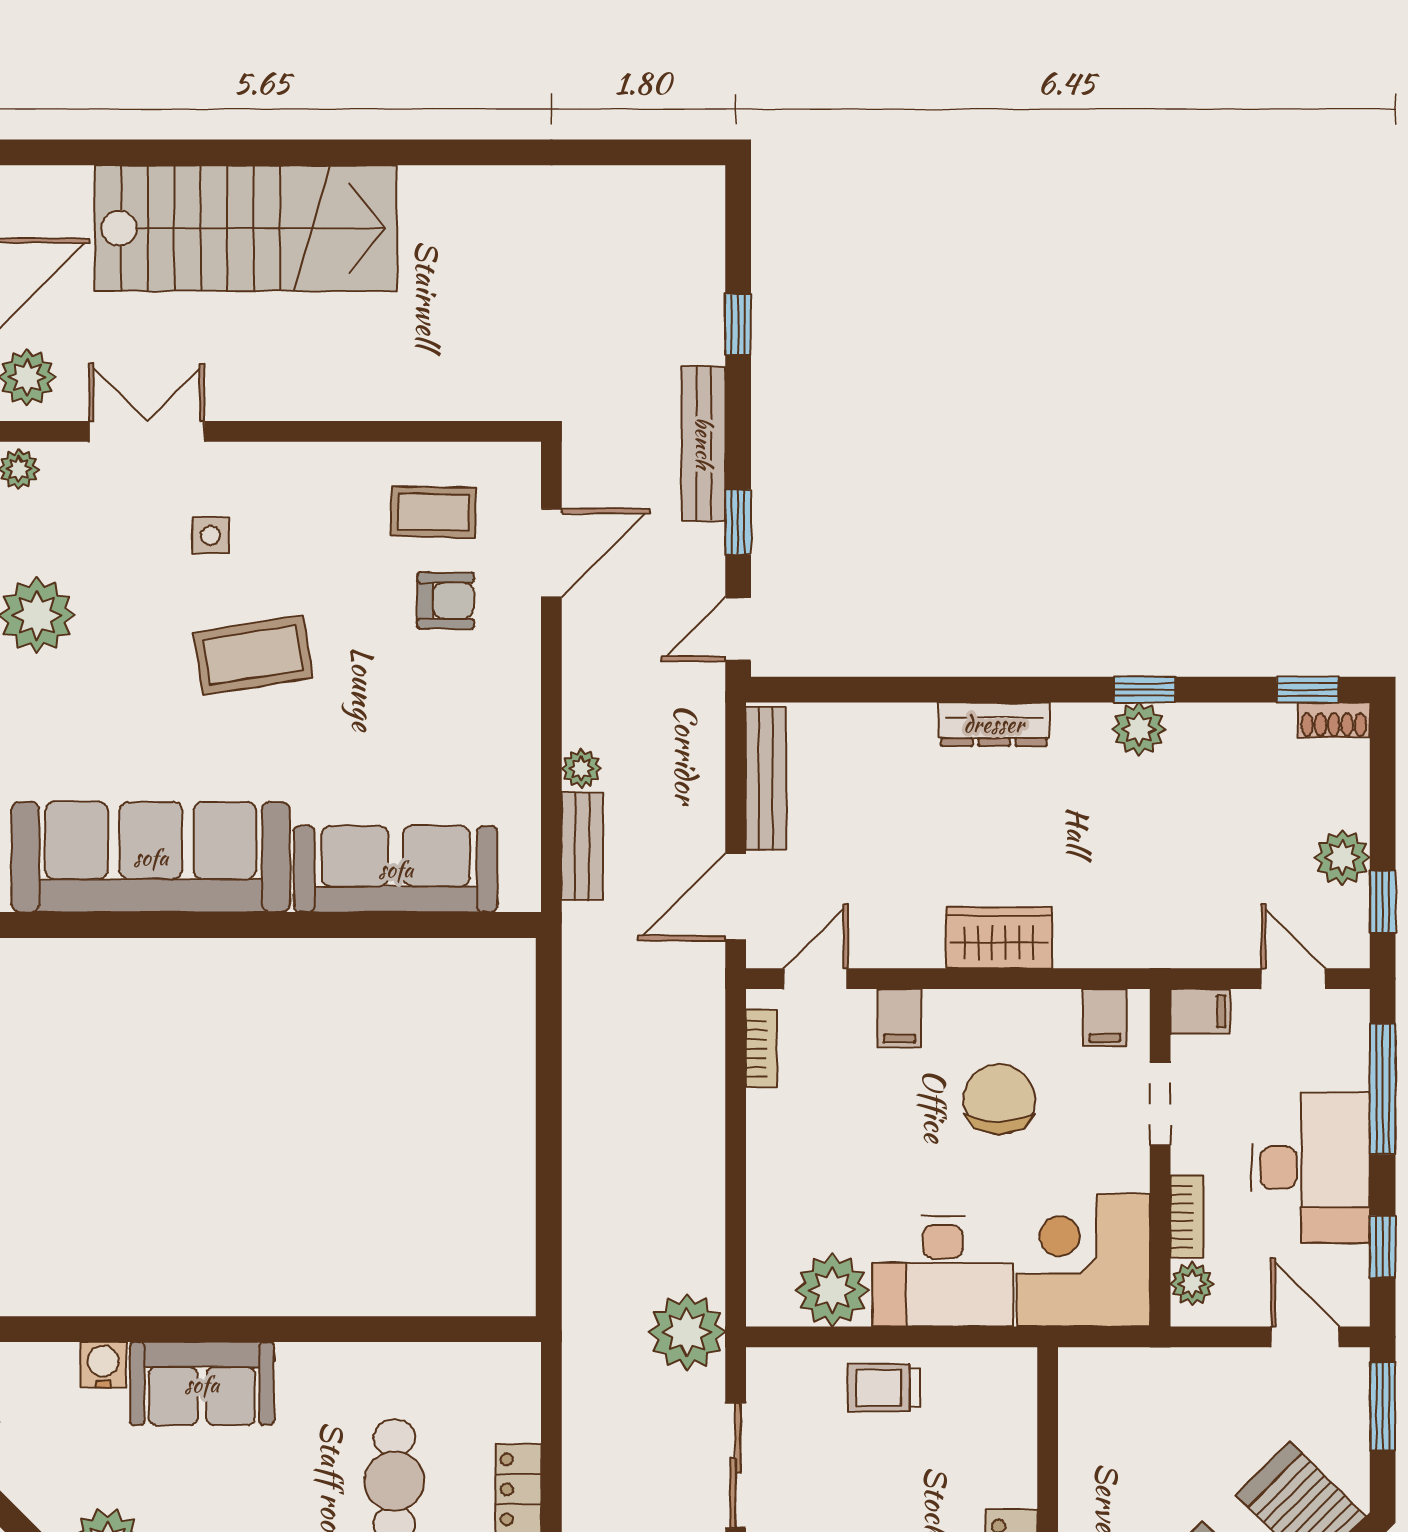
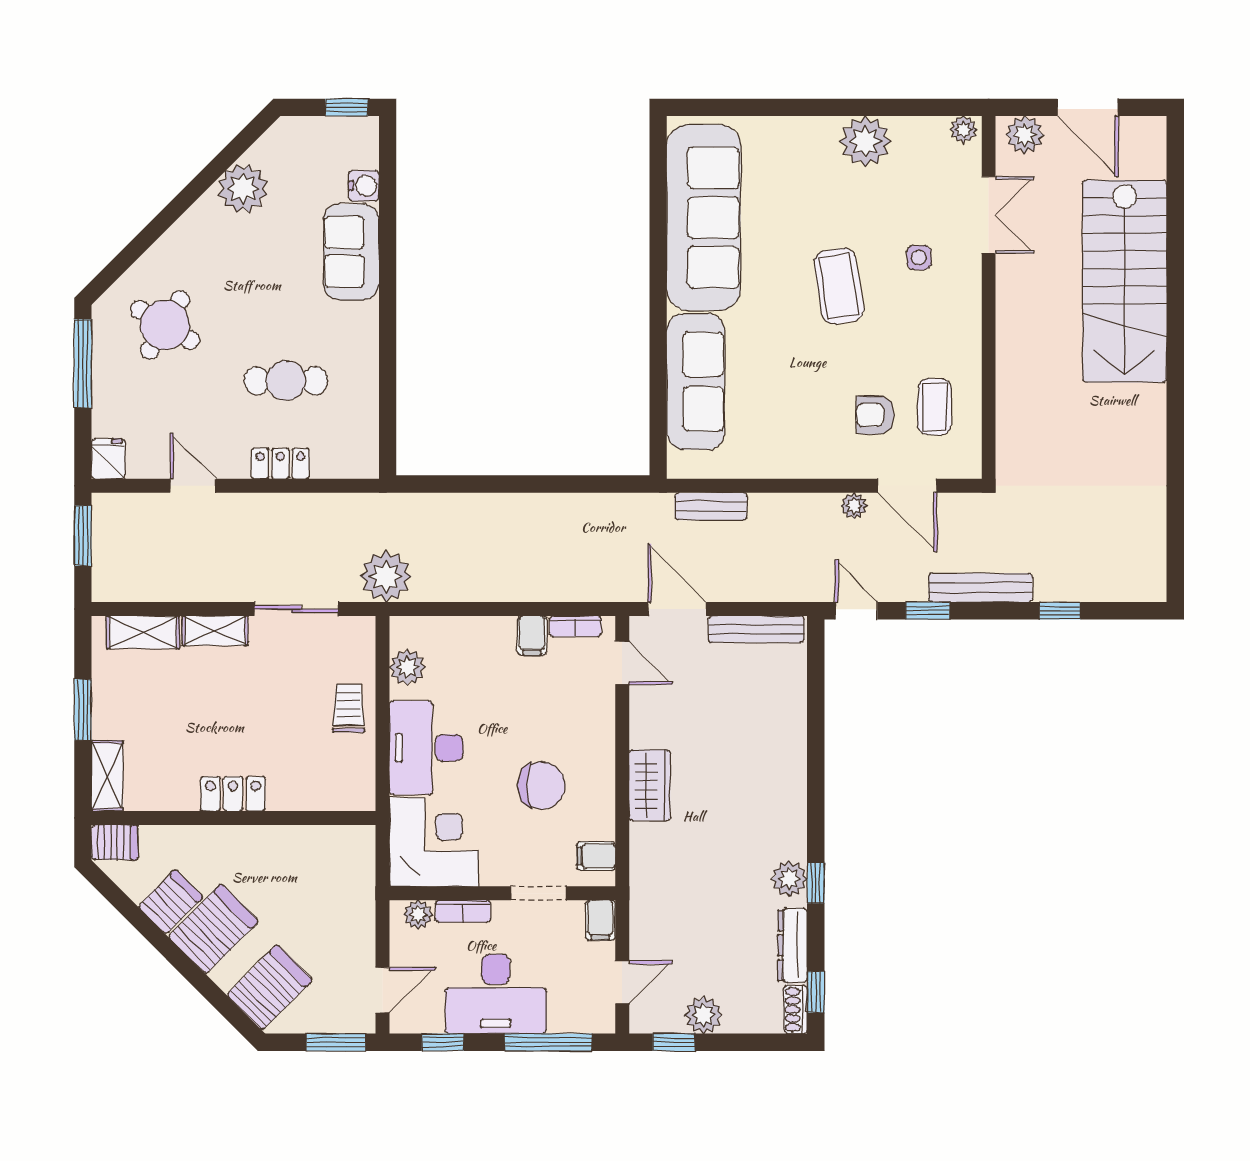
armchair: (446, 601) -> (875, 415), turned 90
dresser: (994, 724) -> (793, 945), moved
plant: (581, 769) -> (854, 506), moved
filing cabinet: (899, 1018) -> (532, 635), moved, turned -90
plant: (832, 1290) -> (407, 667), width x0.73, depth x0.73

